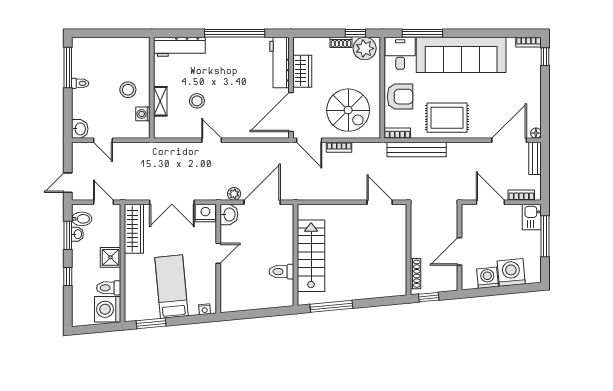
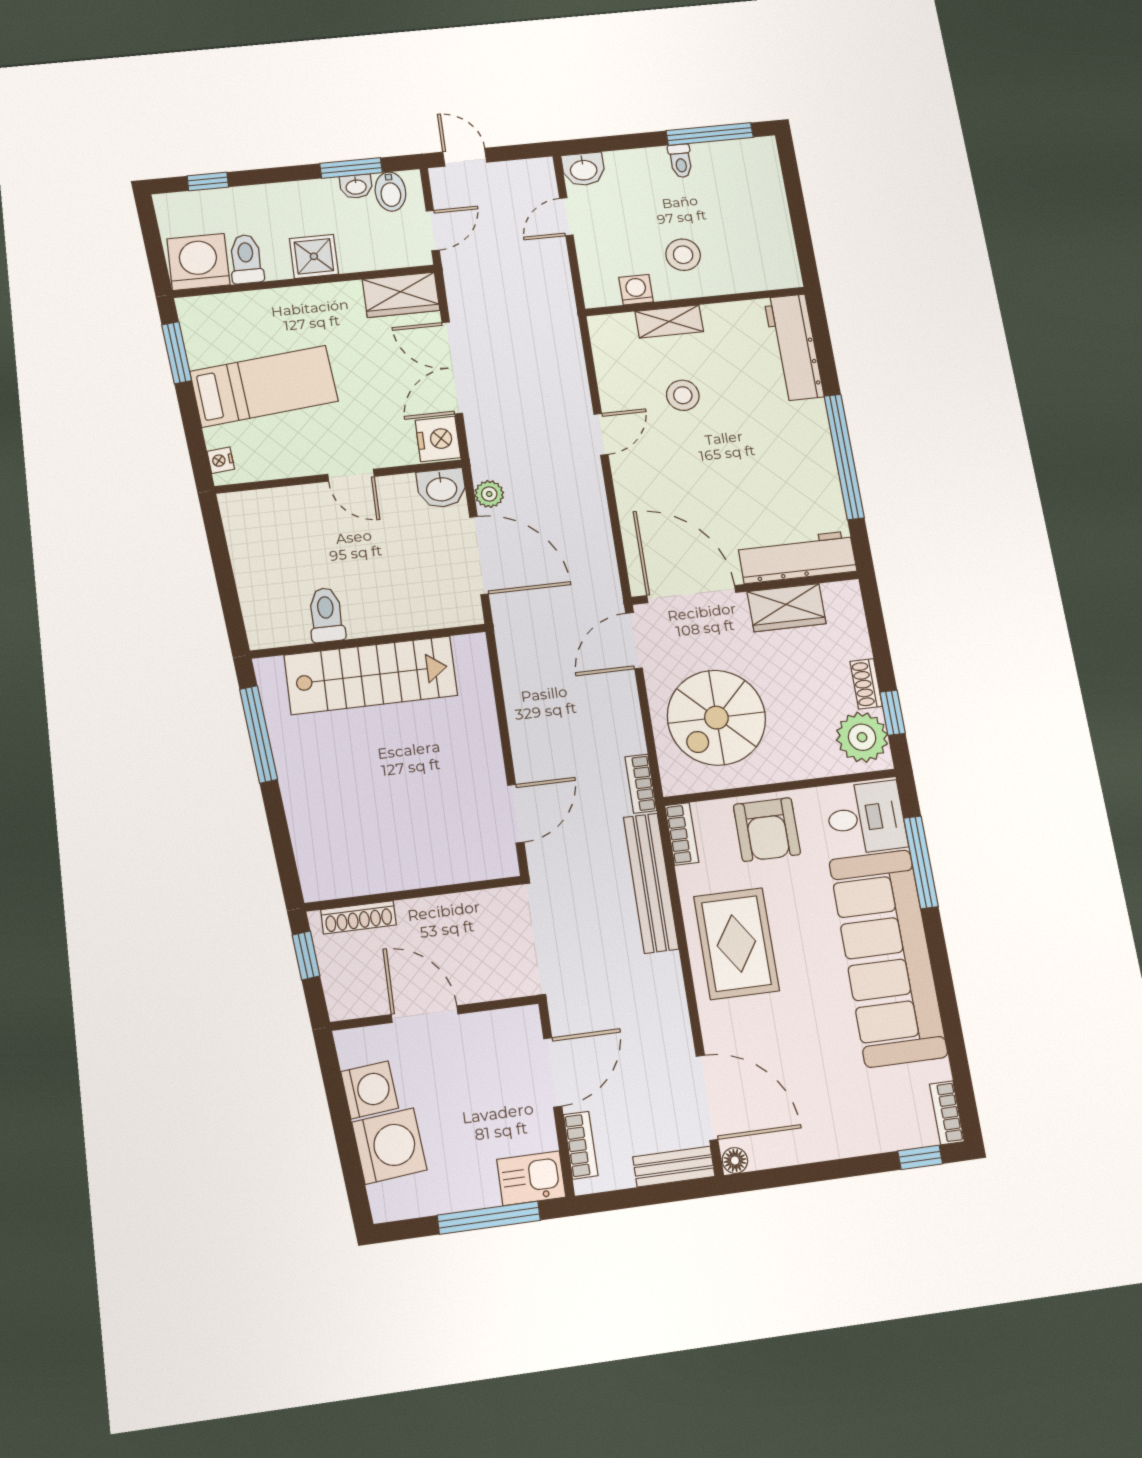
bookcase: (339, 147) -> (641, 784), moved
wardrobe: (134, 229) -> (401, 295), width x0.67
window: (68, 277) -> (208, 181), moved

